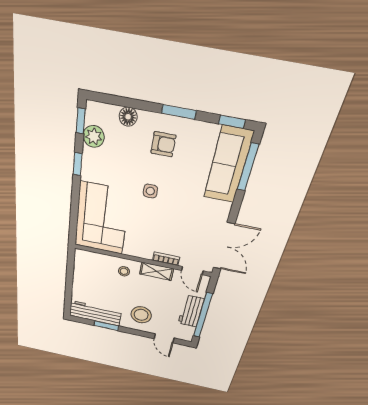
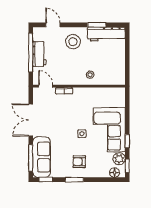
floor lamp: (128, 117) -> (115, 173), moved
corner sofa: (102, 219) -> (109, 130), moved
double door: (224, 246) -> (31, 120), moved
shelving: (156, 271) -> (69, 80), removed

